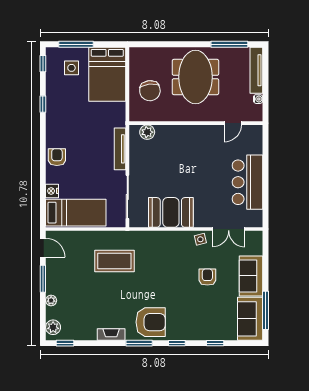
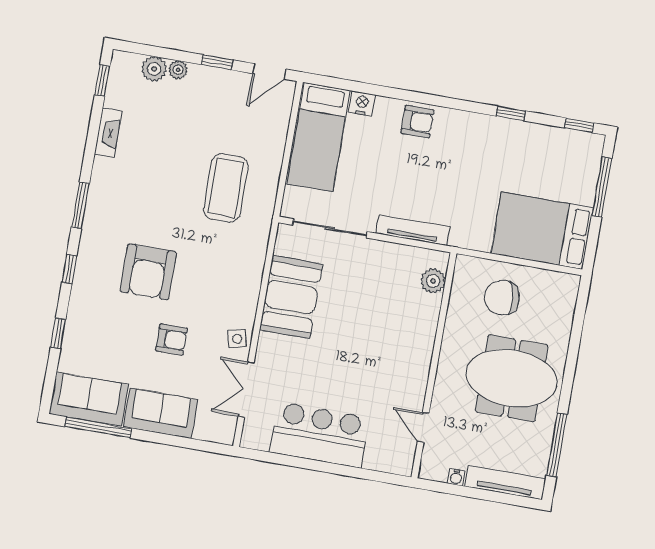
side table: (71, 68) -> (563, 172), removed
window: (43, 279) -> (217, 62), width x0.67
armchair: (151, 322) -> (148, 272), moved
plant: (53, 327) -> (154, 69), moved
fireplace: (111, 334) -> (108, 133), moved

